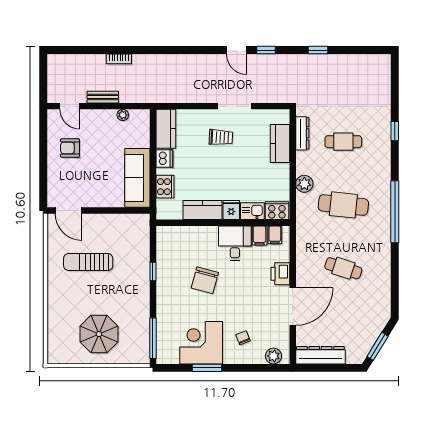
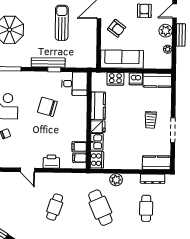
plant: (97, 118) -> (166, 31), added
kitchen counter: (280, 144) -> (156, 163), moved
armchair: (95, 186) -> (117, 28), added
cafe table: (343, 205) -> (100, 208), turned -30
desk: (235, 243) -> (74, 84), moved
bench: (143, 280) -> (48, 62), added
door: (293, 307) -> (27, 170), width x0.53

